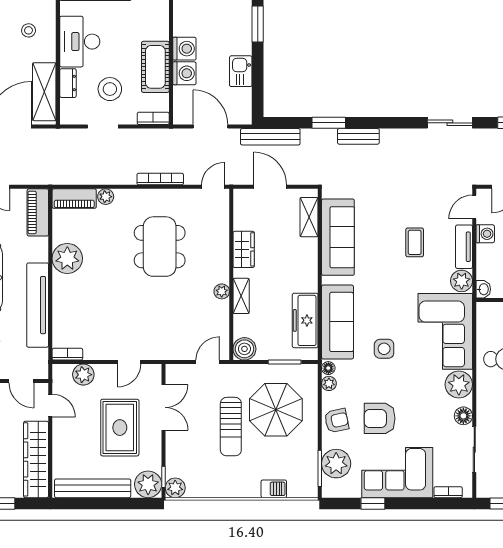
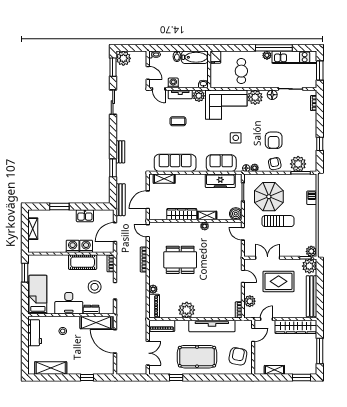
wardrobe: (244, 249) -> (182, 214), width x1.50
sofa: (337, 322) -> (221, 163), width x0.73
corner sofa: (397, 473) -> (303, 131), removed

